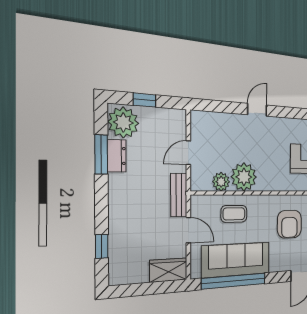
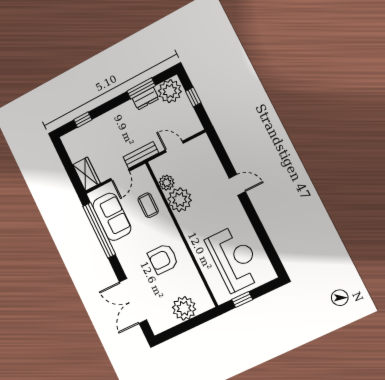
sofa: (236, 260) -> (112, 217), width x0.73

